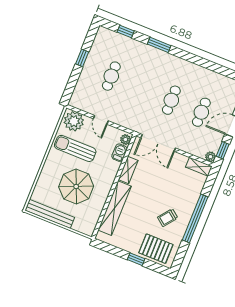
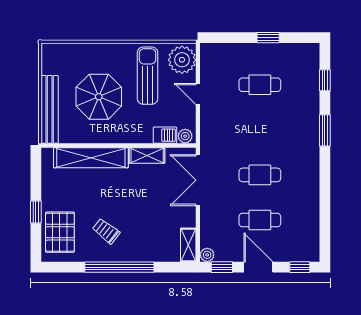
door: (101, 120) -> (198, 94), hinge flipped
bench: (50, 214) -> (50, 109), moved

